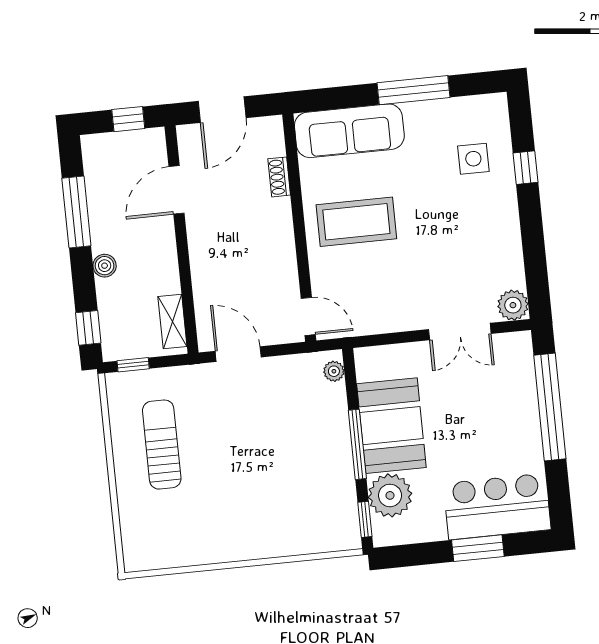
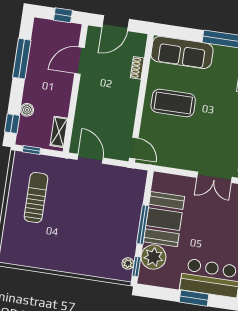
boiler: (105, 266) -> (27, 110), moved
plant: (334, 371) -> (128, 263), moved

